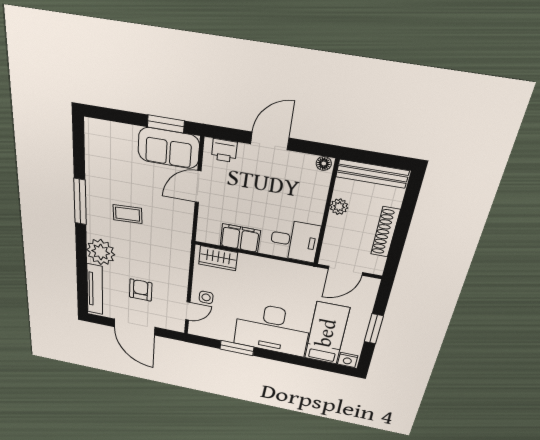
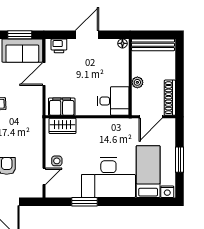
plant: (339, 207) -> (137, 82), moved
shoe rack: (385, 232) -> (170, 98), moved
filing cabinet: (240, 238) -> (62, 107), moved

